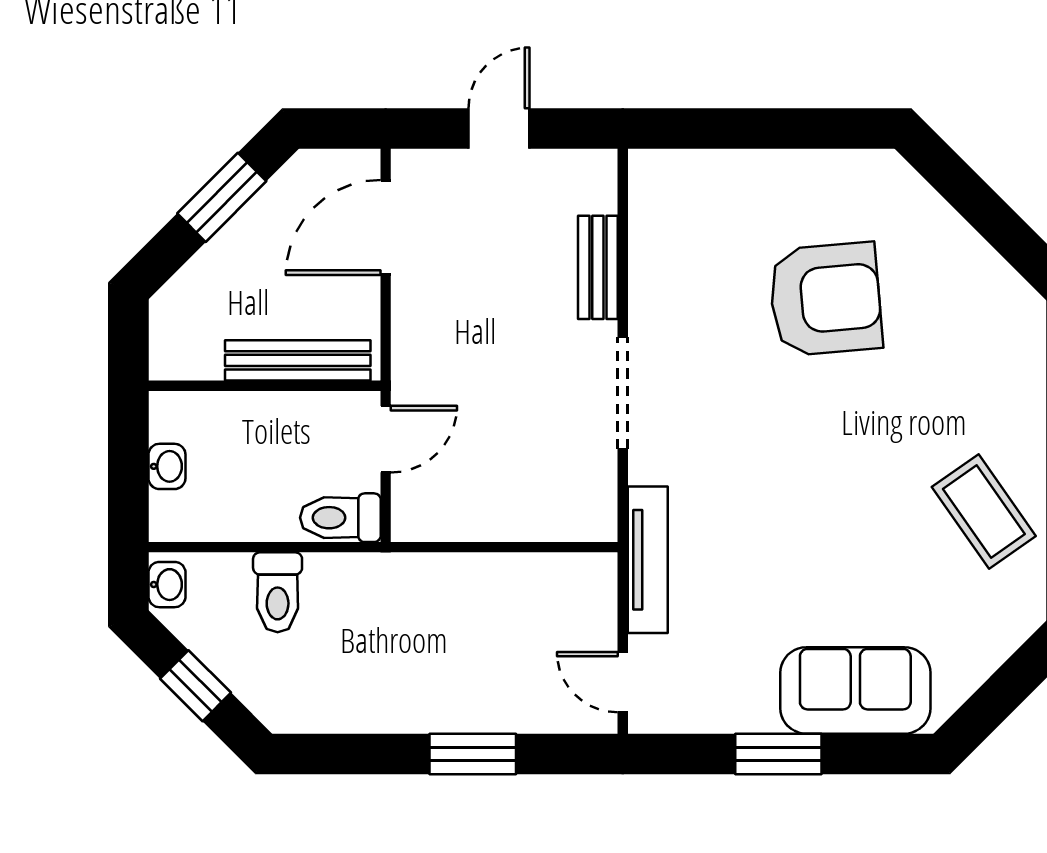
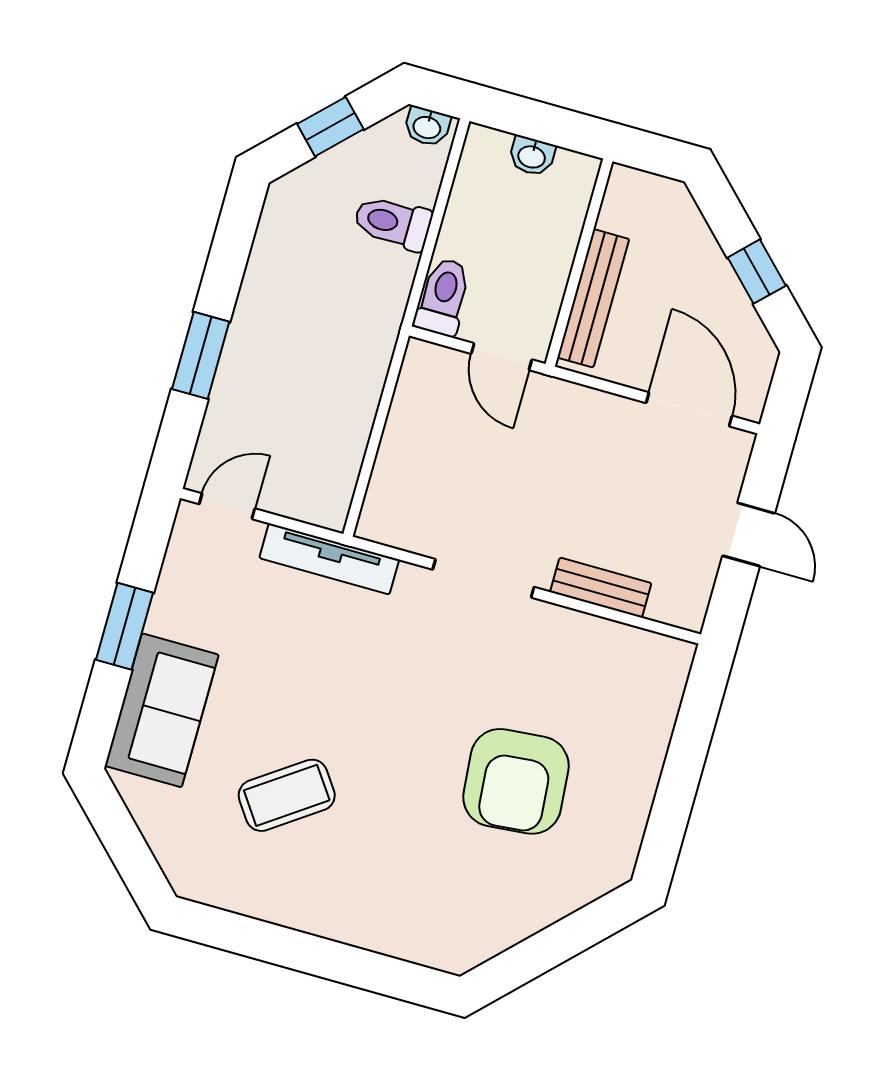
window: (222, 197) -> (757, 272), width x0.67
coffee table: (984, 511) -> (287, 795), moved

